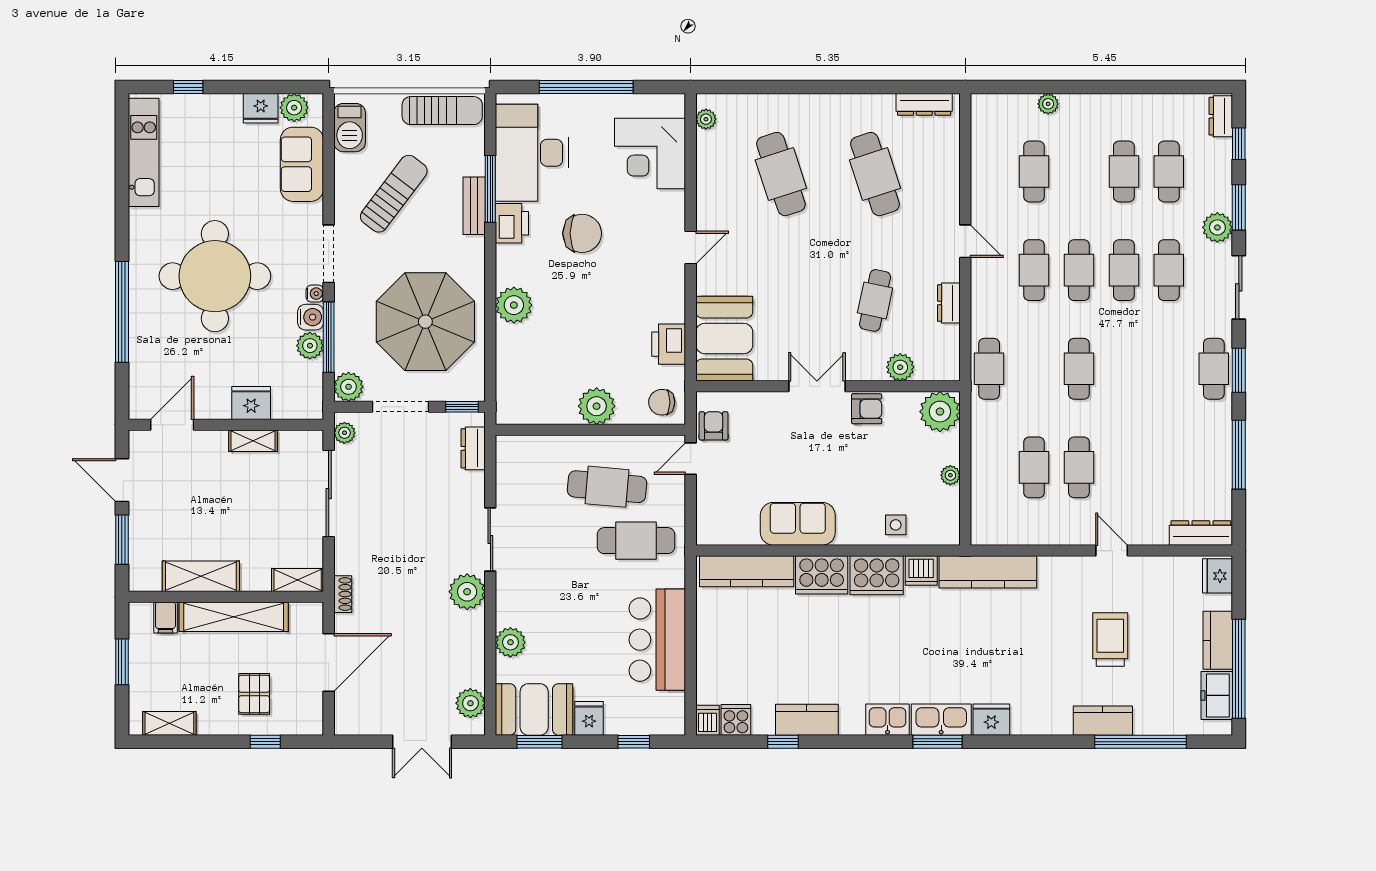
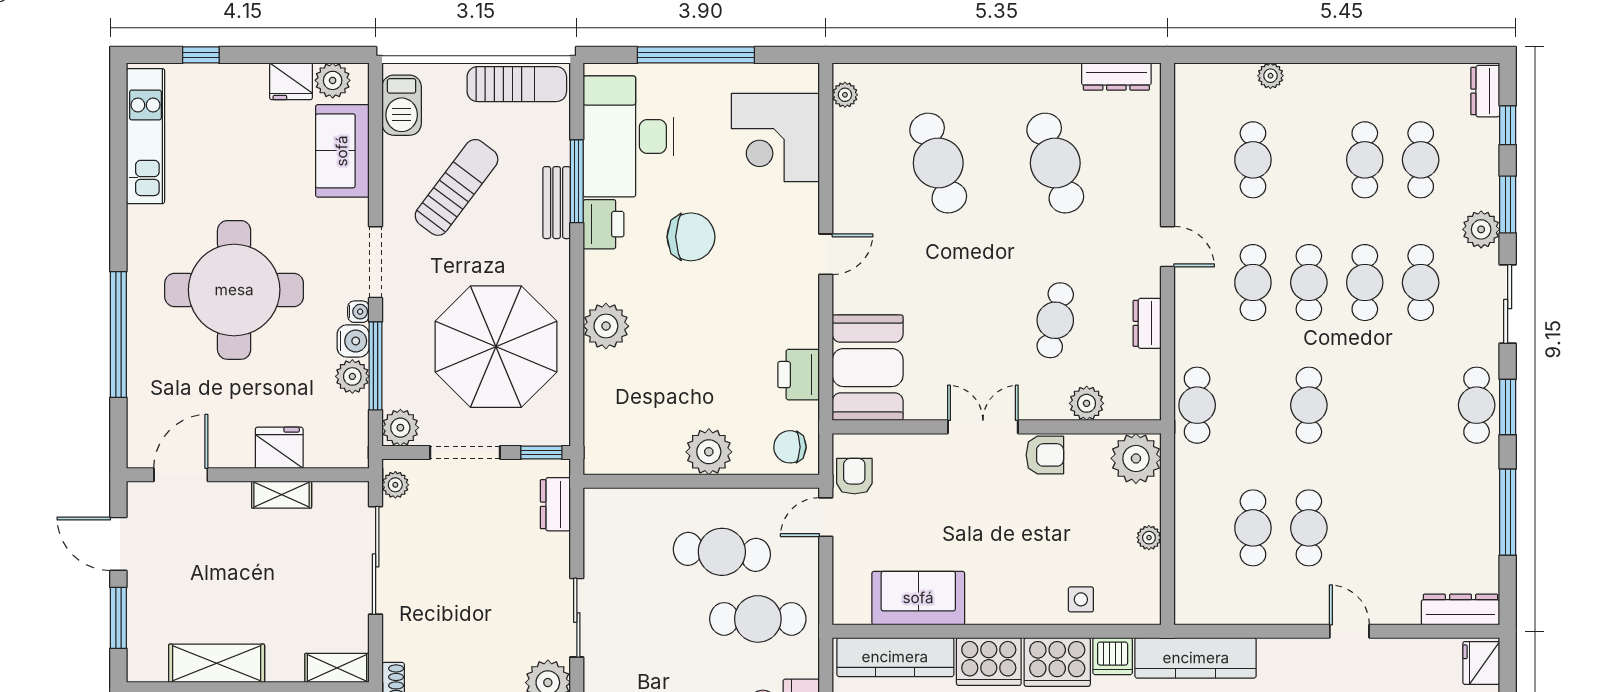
sofa: (798, 524) -> (918, 598), moved

